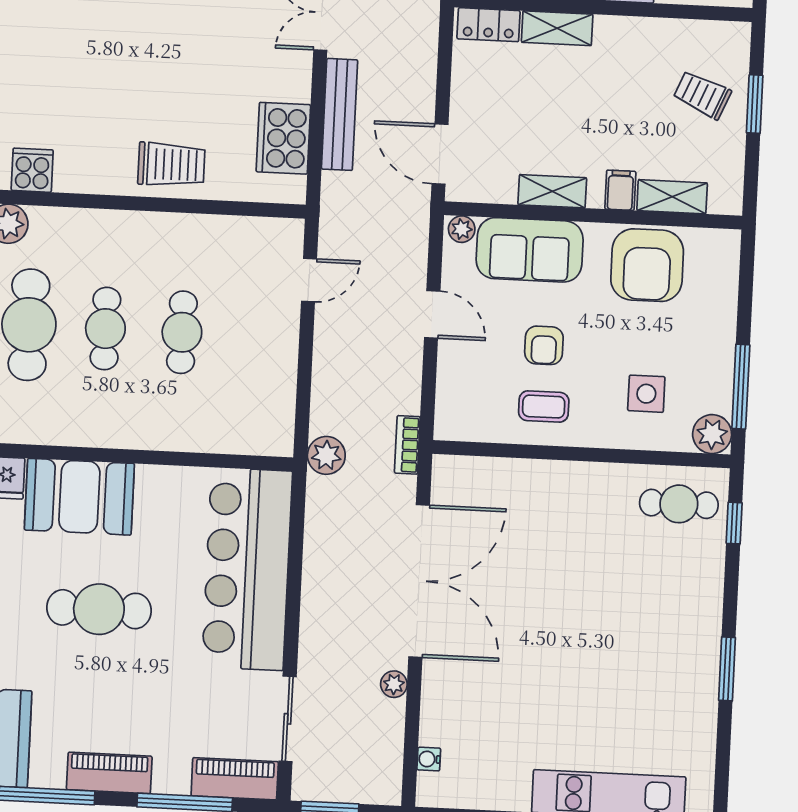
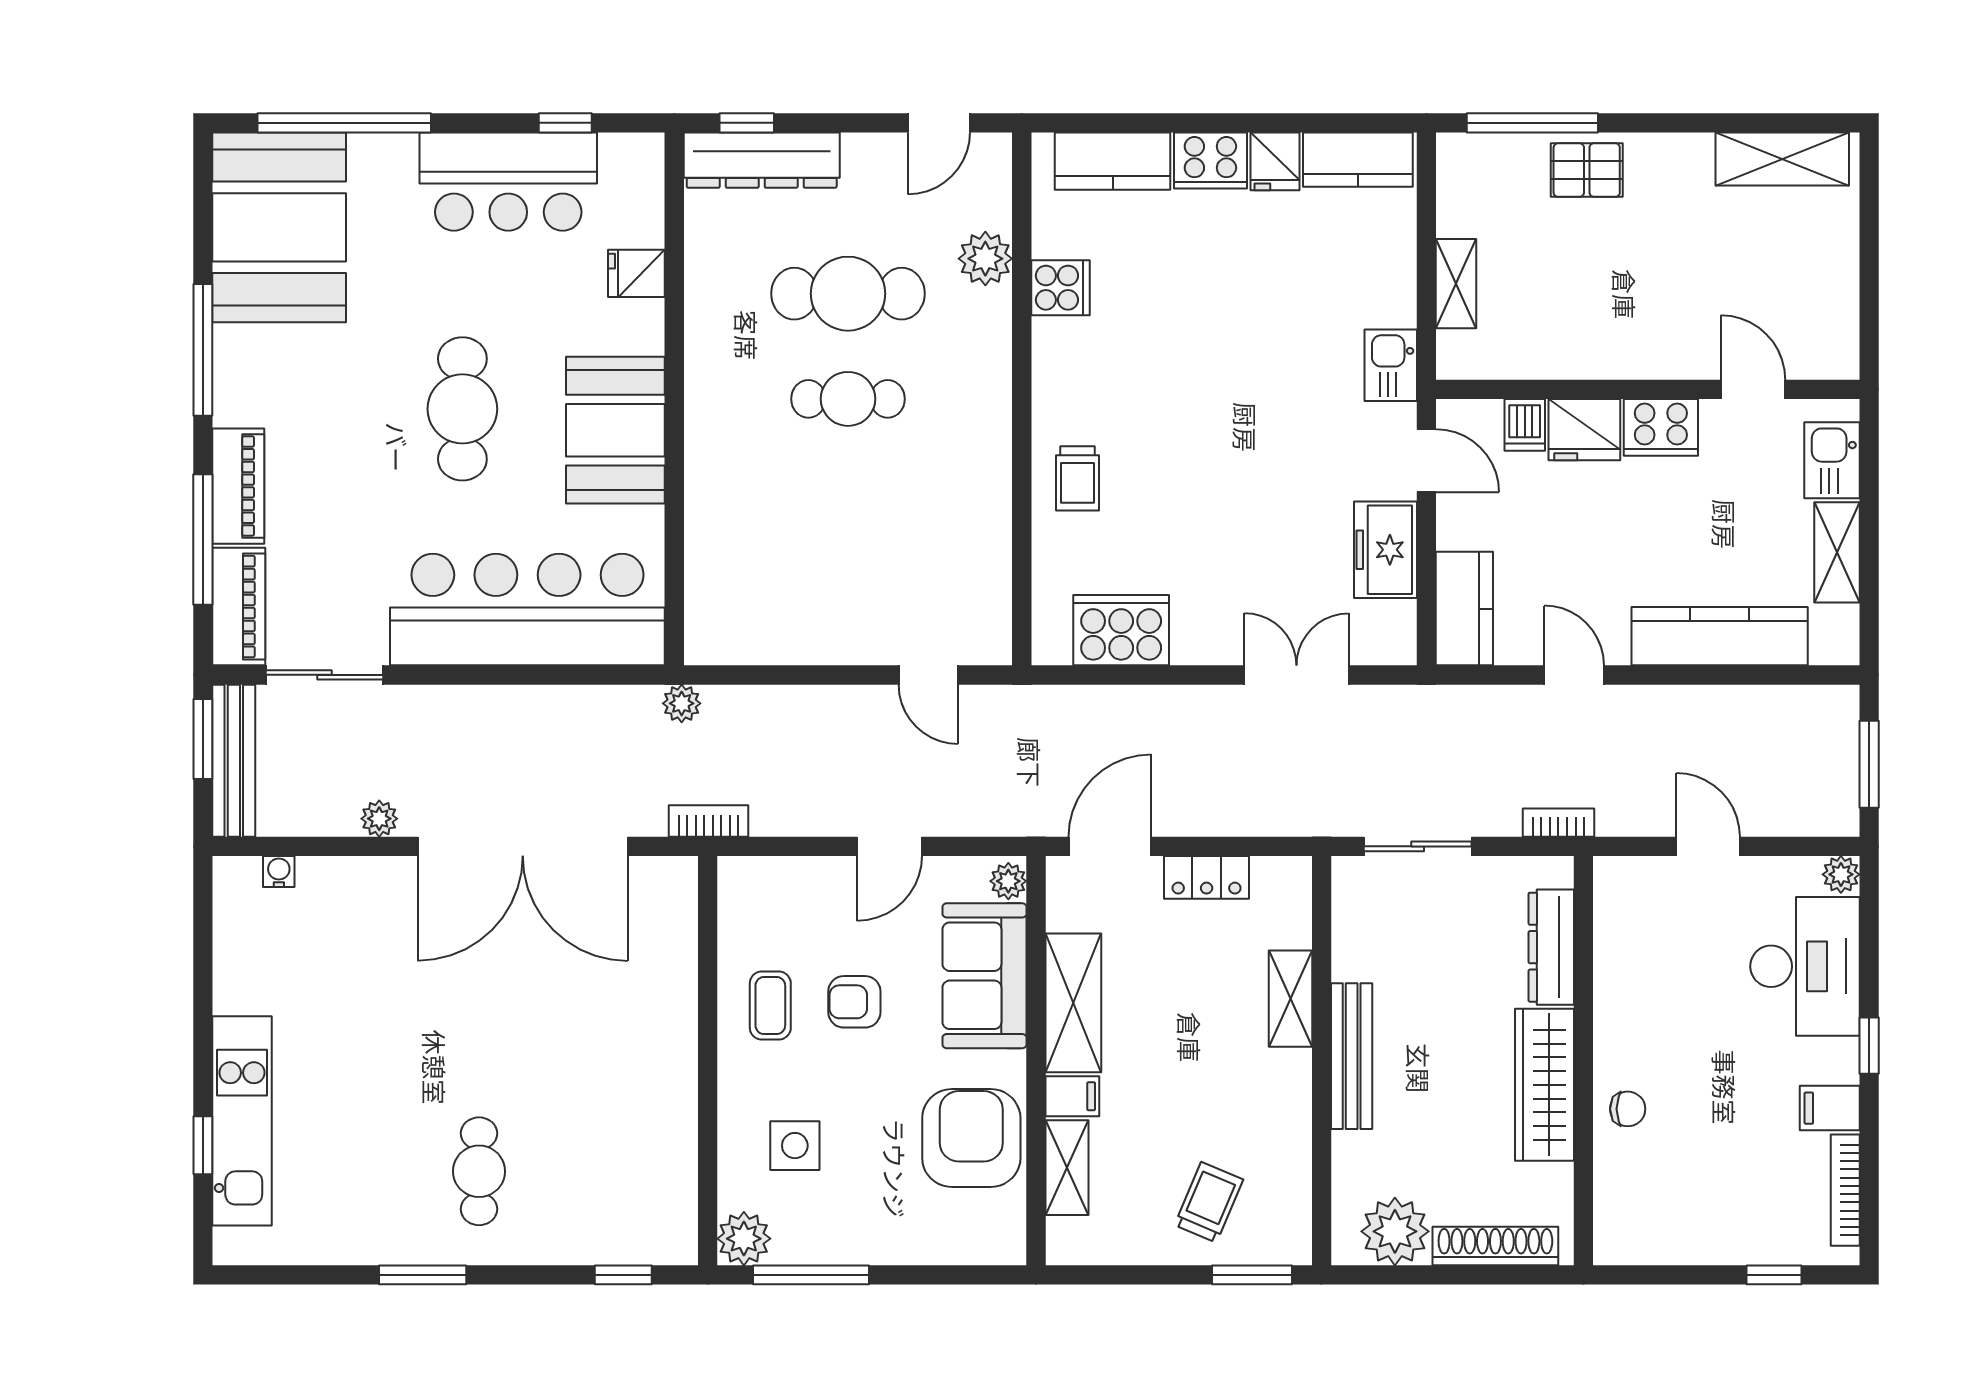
locker: (489, 25) -> (1207, 877), moved, turned -90
window: (755, 104) -> (1252, 1275), moved
bench: (340, 114) -> (234, 761), moved, turned 90
trolley: (171, 165) -> (1078, 478), width x0.73, depth x0.72
shelving: (552, 191) -> (1073, 1003), width x1.50, depth x1.33
armchair: (647, 265) -> (971, 1138), turned 90
cafe table: (182, 332) -> (848, 504), removed
plant: (326, 455) -> (682, 703), width x0.73, depth x0.73
booth: (79, 497) -> (615, 430), moved
cafe table: (679, 504) -> (479, 1171), moved
piano: (109, 773) -> (238, 486), moved

